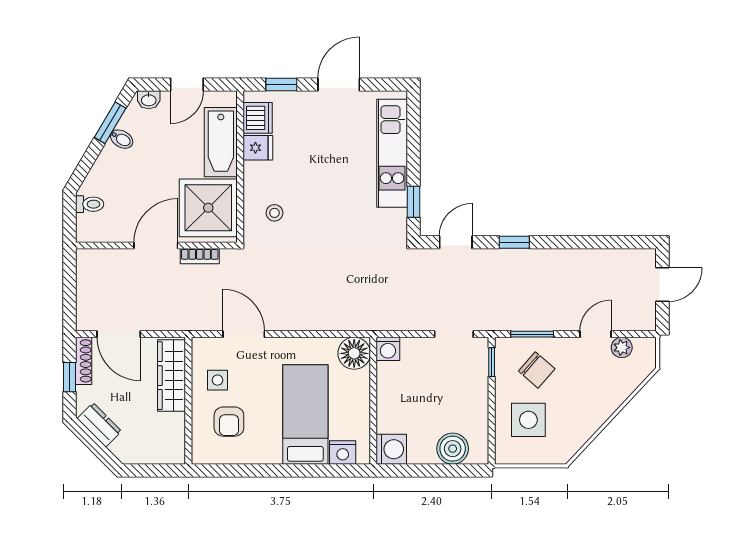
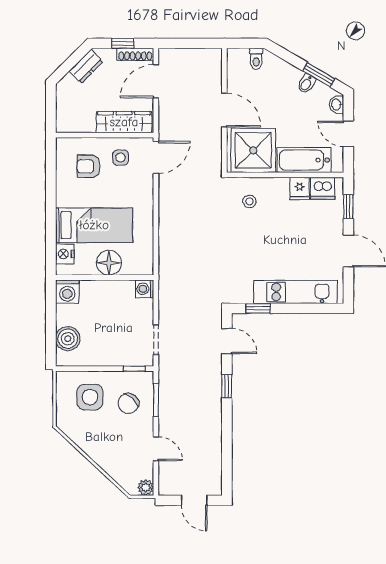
bookcase: (200, 256) -> (216, 144), removed
door: (244, 334) -> (156, 157), moved
plant: (622, 348) -> (146, 488), moved
floor lamp: (354, 353) -> (109, 263), moved

